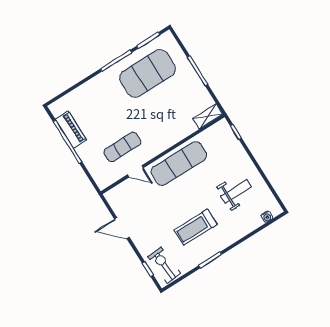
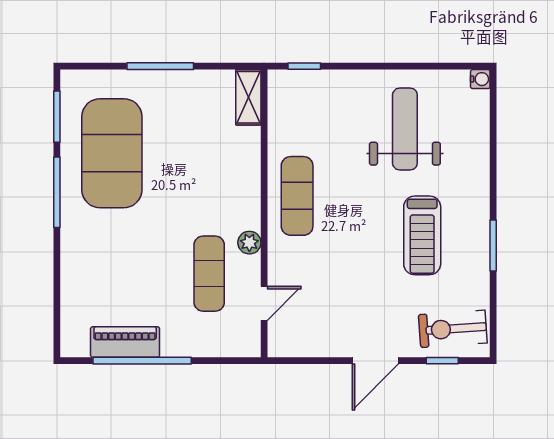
plant: (146, 156) -> (249, 243), added
exercise mat: (179, 163) -> (297, 196), width x0.73, depth x0.69
door: (135, 171) -> (264, 303), moved
weight bench: (236, 191) -> (405, 129), width x1.36, depth x1.33
water cooler: (267, 217) -> (480, 79), moved
door: (122, 228) -> (375, 361), moved

